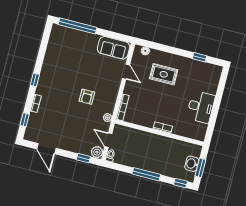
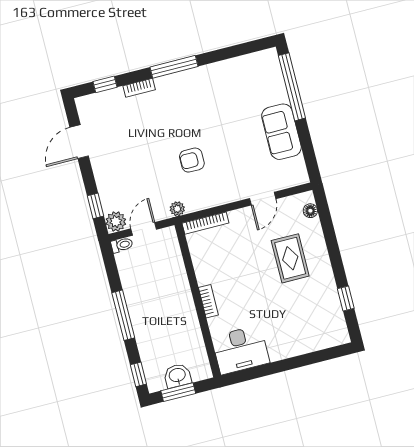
sofa: (114, 48) -> (281, 132), moved
window: (35, 80) -> (174, 67), width x2.17
desk: (201, 107) -> (241, 350), moved

